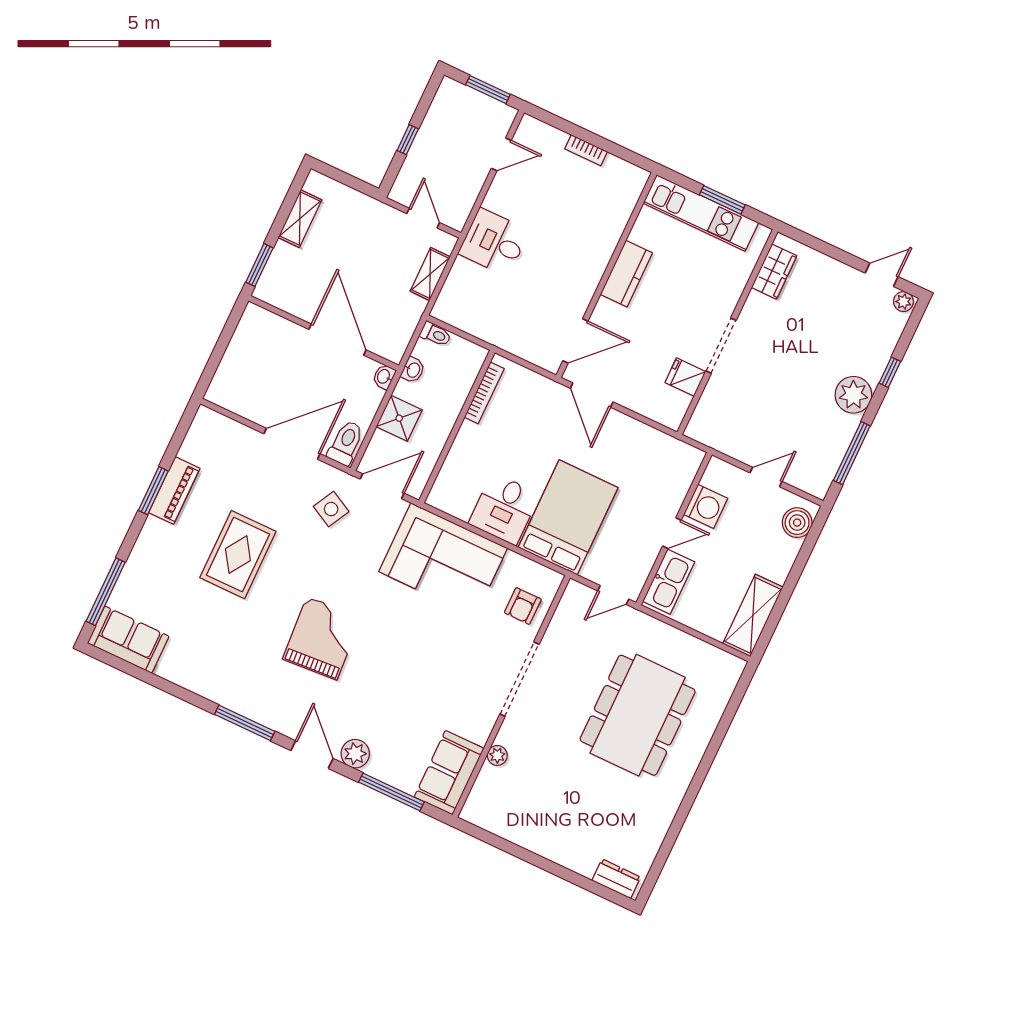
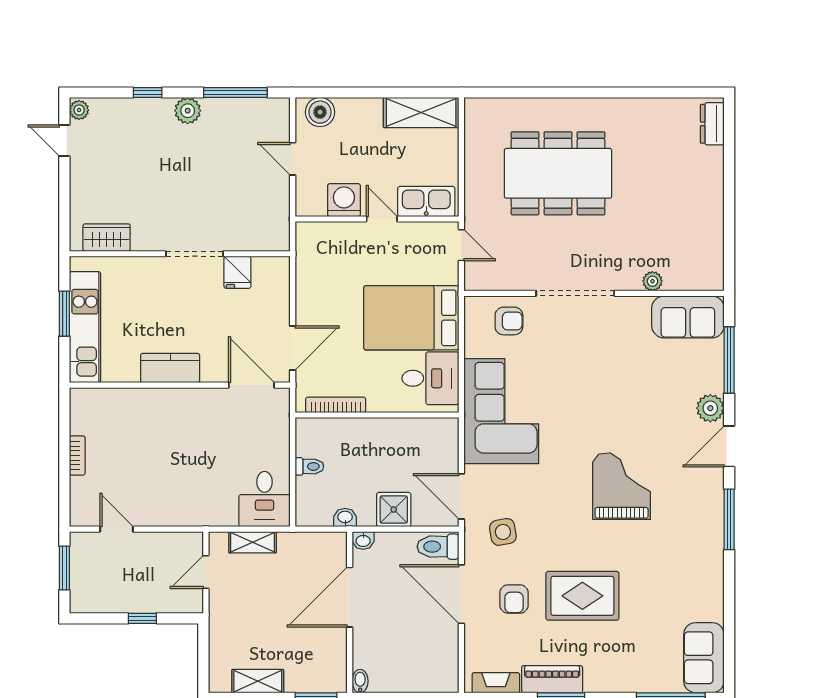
desk: (494, 242) -> (265, 499), moved
bidet: (256, 313) -> (360, 681), added
toilet: (435, 334) -> (309, 466), moved, turned 90
bookcase: (484, 393) -> (336, 405), moved
plant: (853, 395) -> (188, 111), width x0.73, depth x0.73
wall: (457, 427) -> (377, 415), moved
fireplace: (195, 437) -> (496, 683), added
armchair: (265, 490) -> (514, 599), added
side table: (331, 509) -> (503, 532), turned -38
grand piano: (322, 638) -> (622, 486), turned 94

